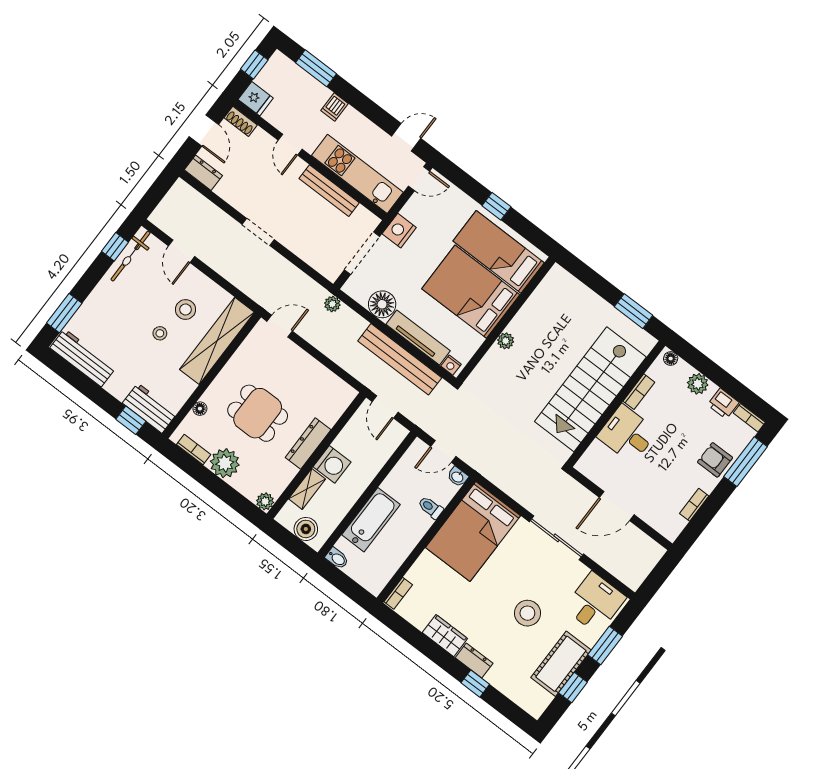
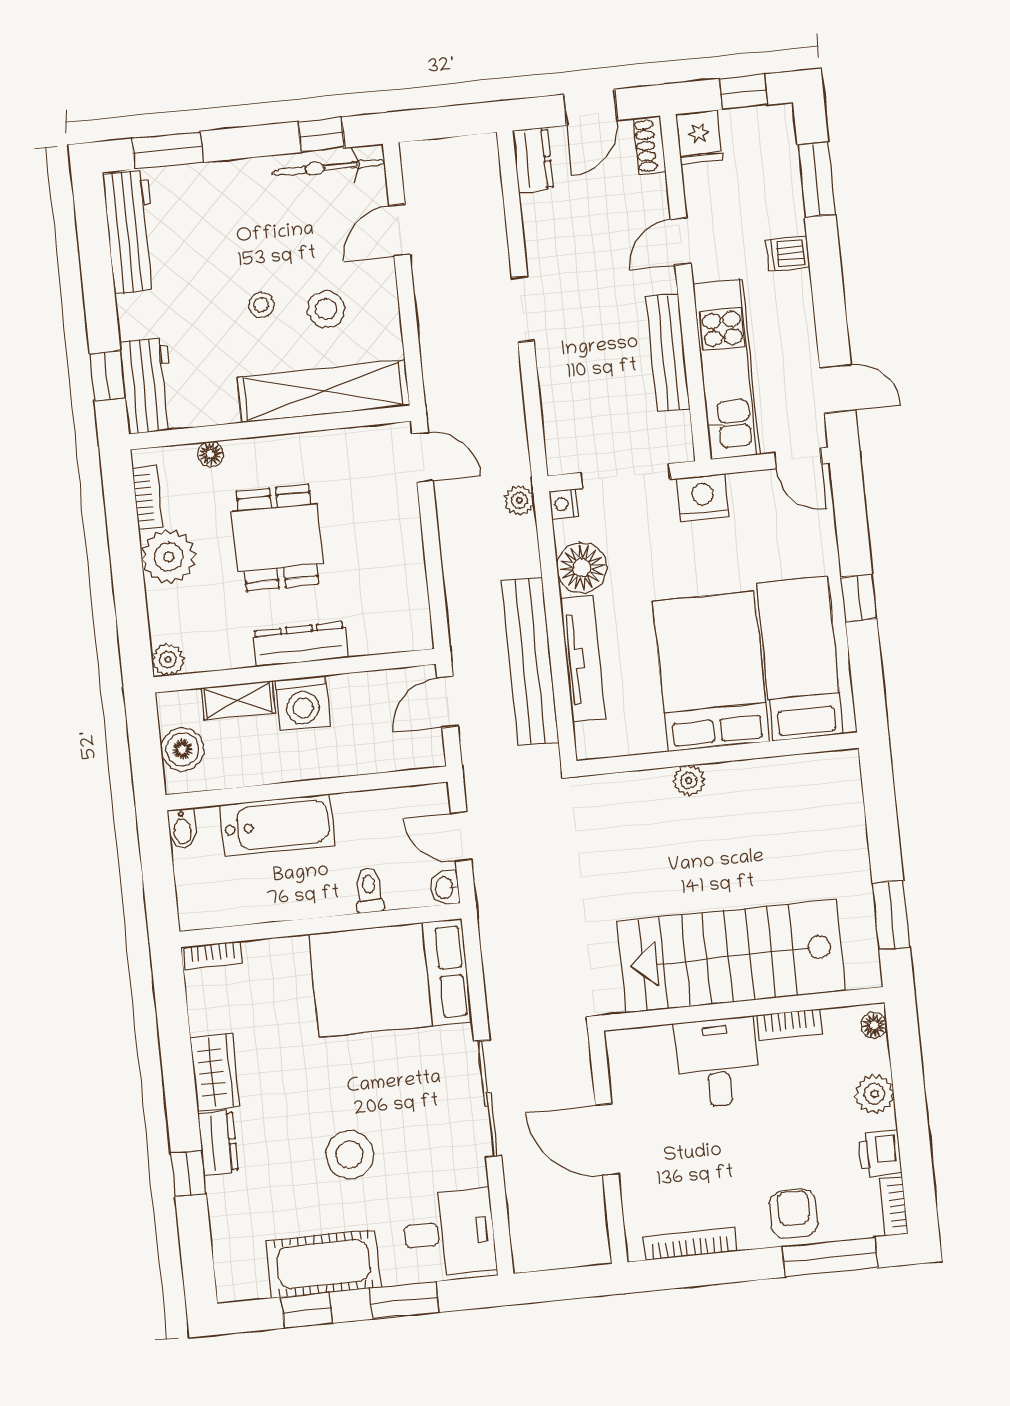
nightstand: (451, 365) -> (563, 504), moved
bookcase: (694, 505) -> (690, 1244), width x1.56

